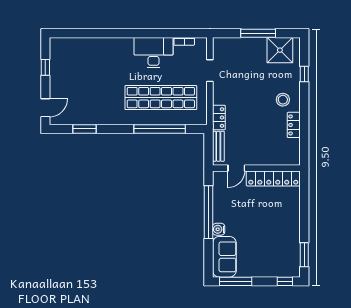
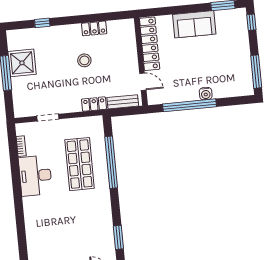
shower: (280, 50) -> (22, 63), moved
shop shelf: (161, 98) -> (80, 164), width x0.71
stool: (283, 100) -> (84, 60), moved
sofa: (224, 257) -> (194, 24), moved, turned 180

